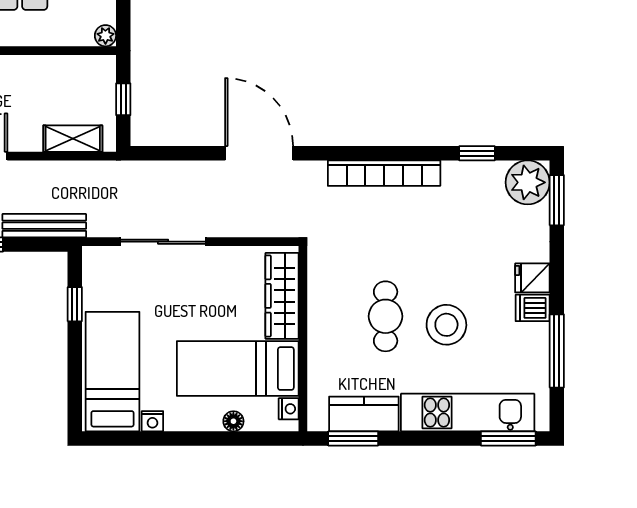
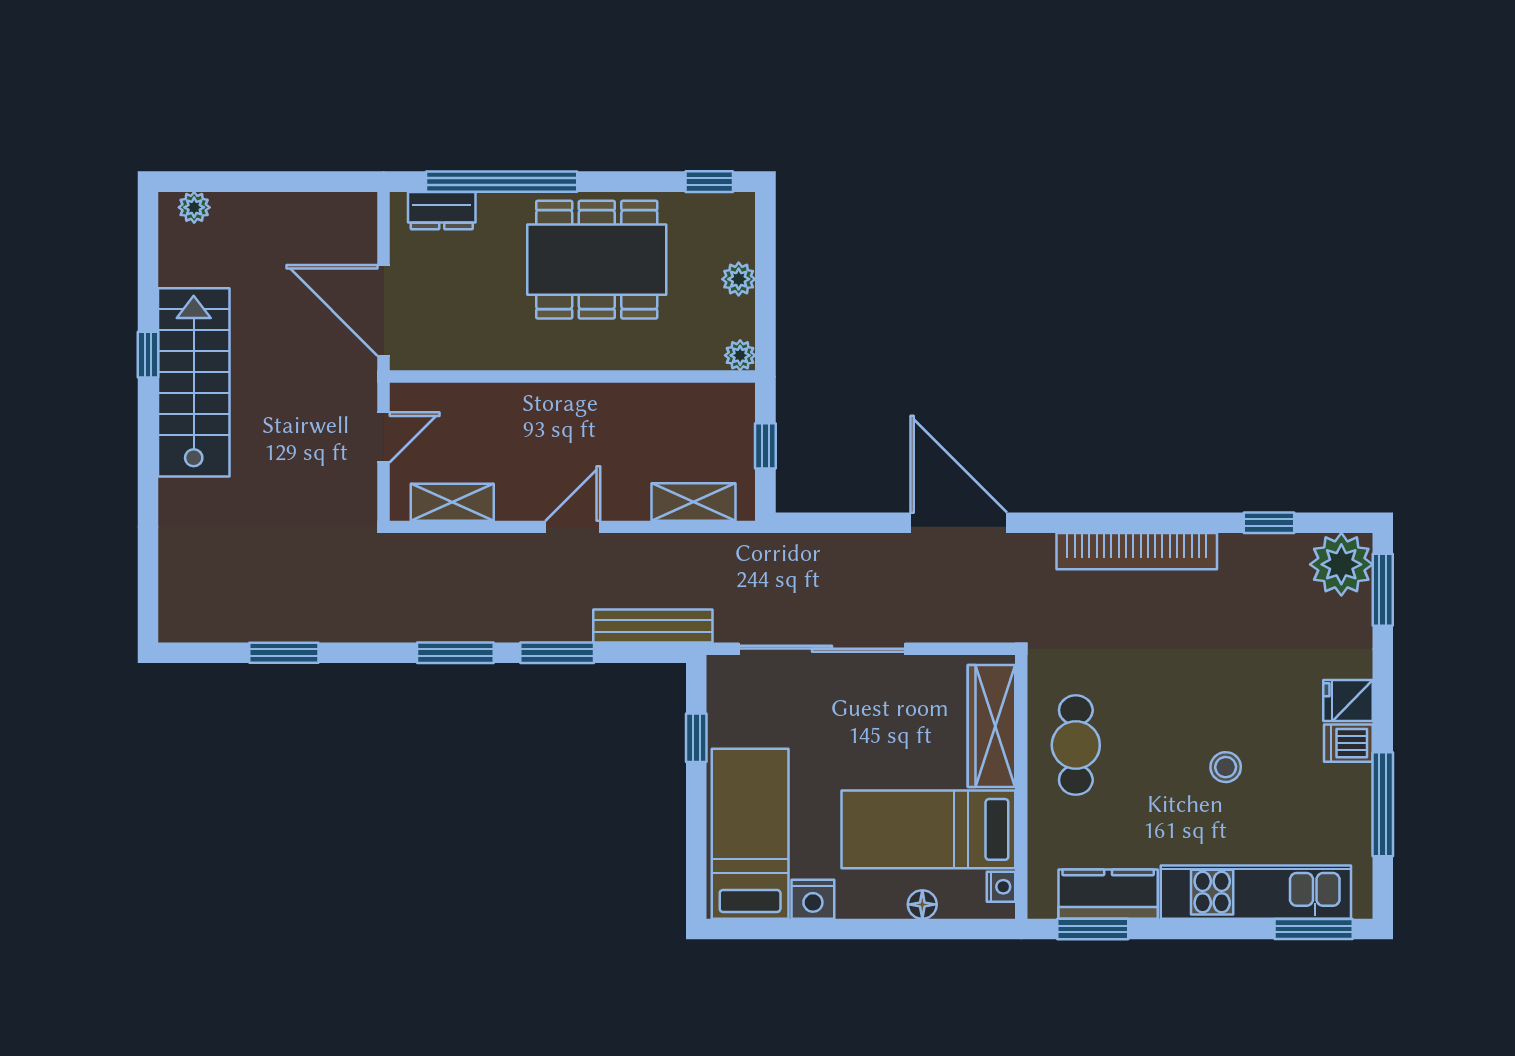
sliding door: (163, 242) -> (822, 649), width x1.36
cafe table: (386, 316) -> (1076, 745), moved
stool: (446, 325) -> (1226, 767), width x0.53, depth x0.53
nightstand: (152, 421) -> (813, 899), width x1.39, depth x1.35

